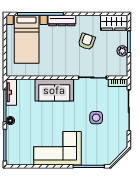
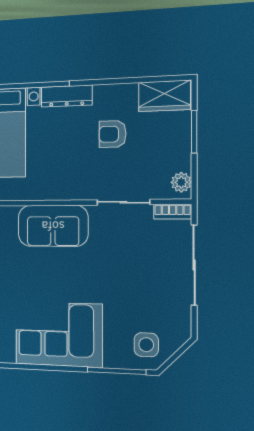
armchair: (87, 42) -> (113, 134), turned -109
plant: (122, 51) -> (181, 182), moved
side table: (96, 118) -> (146, 345), moved

